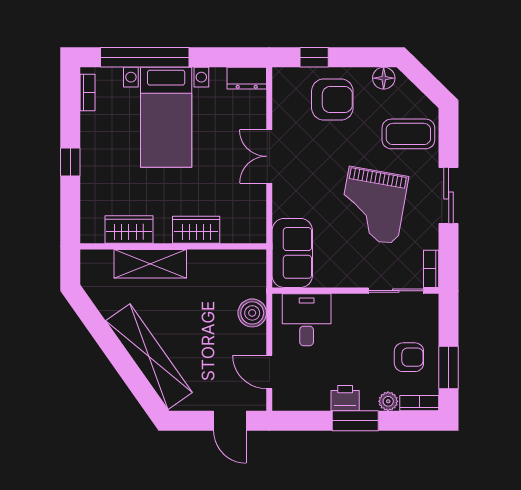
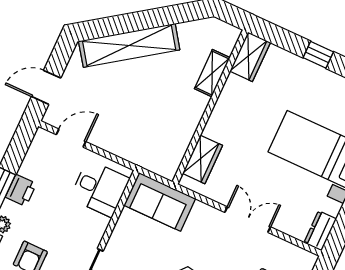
wardrobe: (129, 229) -> (250, 57), moved
wardrobe: (196, 230) -> (202, 159), moved
shelving: (150, 264) -> (212, 73), width x0.67, depth x0.75
boiler: (252, 313) -> (126, 146), removed

